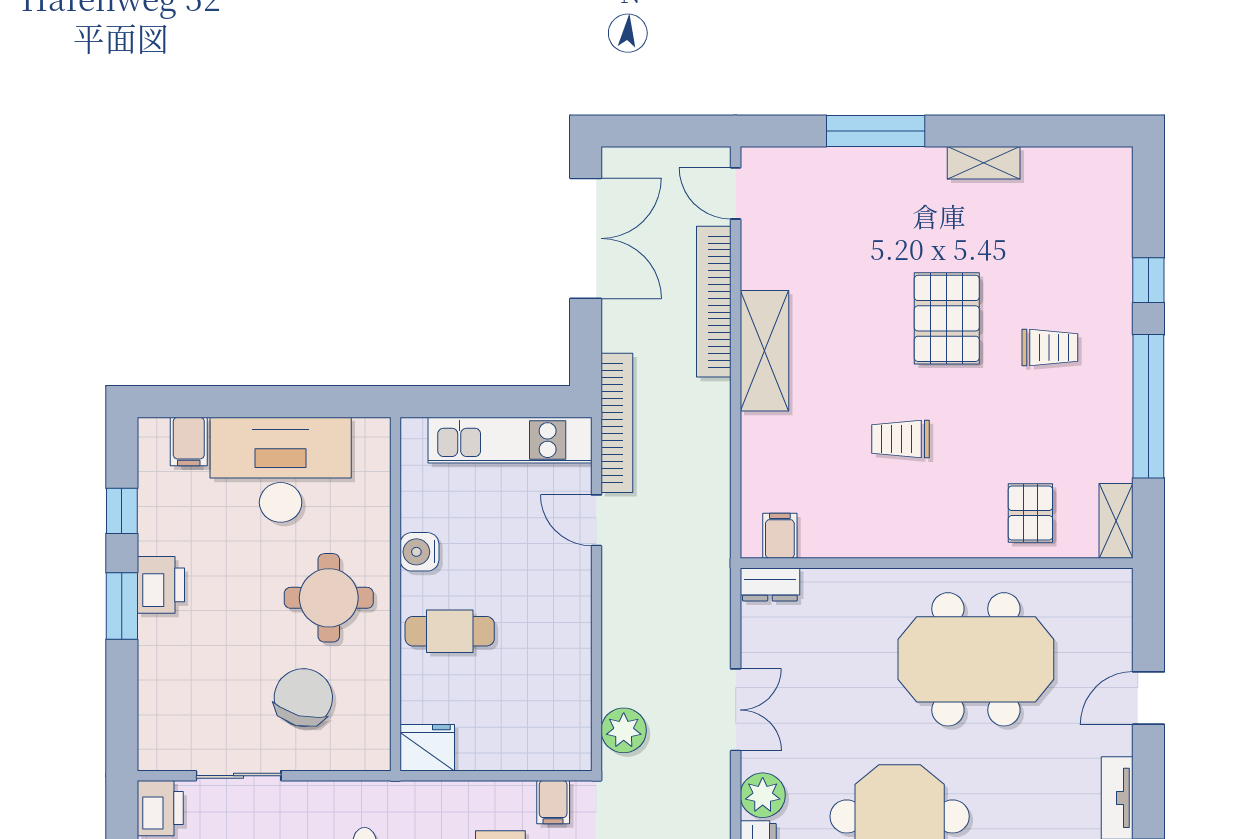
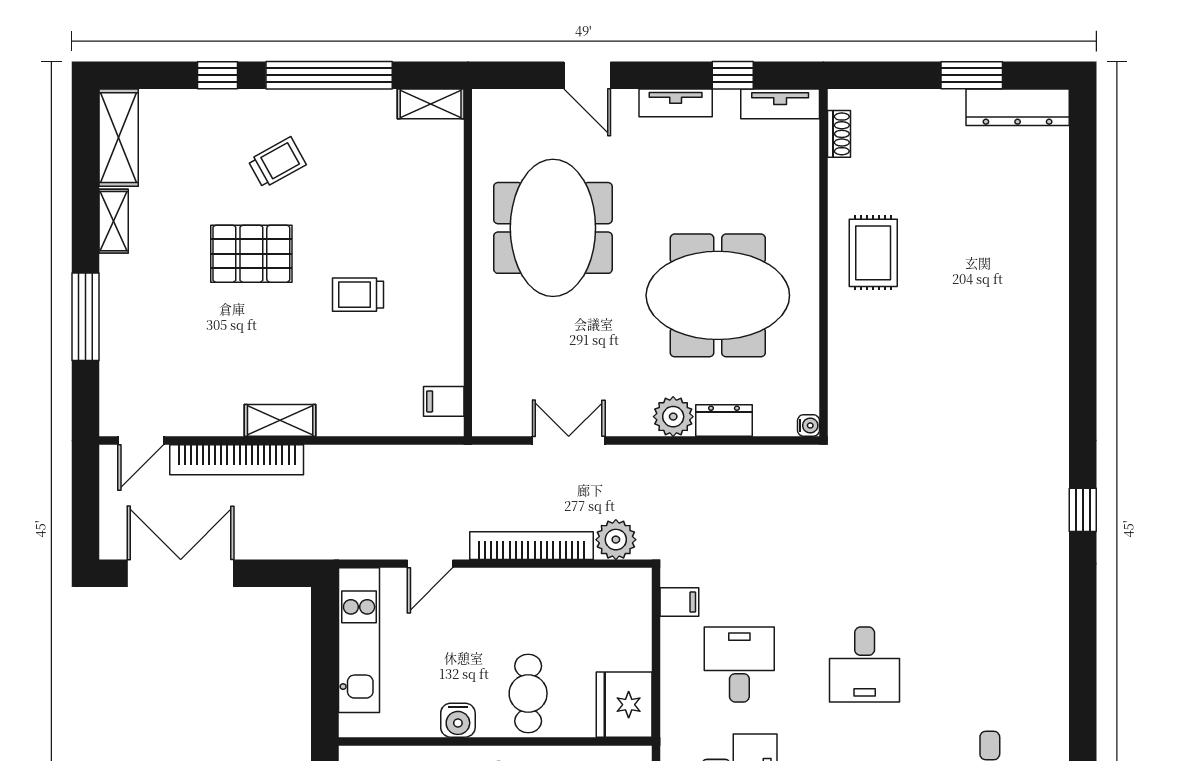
shelving: (1078, 168) -> (119, 138), added
trolley: (1050, 347) -> (277, 162), turned 61
shelving: (764, 351) -> (280, 420), width x0.67, depth x0.75
bookcase: (617, 423) -> (532, 546), moved
trolley: (901, 439) -> (358, 295), turned 90
pallet: (1030, 513) -> (424, 180), removed
dresser: (770, 584) -> (487, 410), removed
double door: (736, 710) -> (569, 441), moved
fridge: (427, 748) -> (624, 705), width x1.36, depth x1.34

